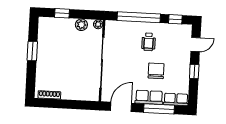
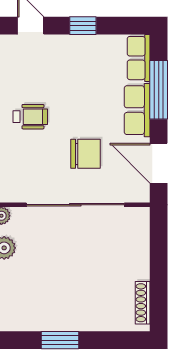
chair: (156, 71) -> (85, 154), moved, turned 180

